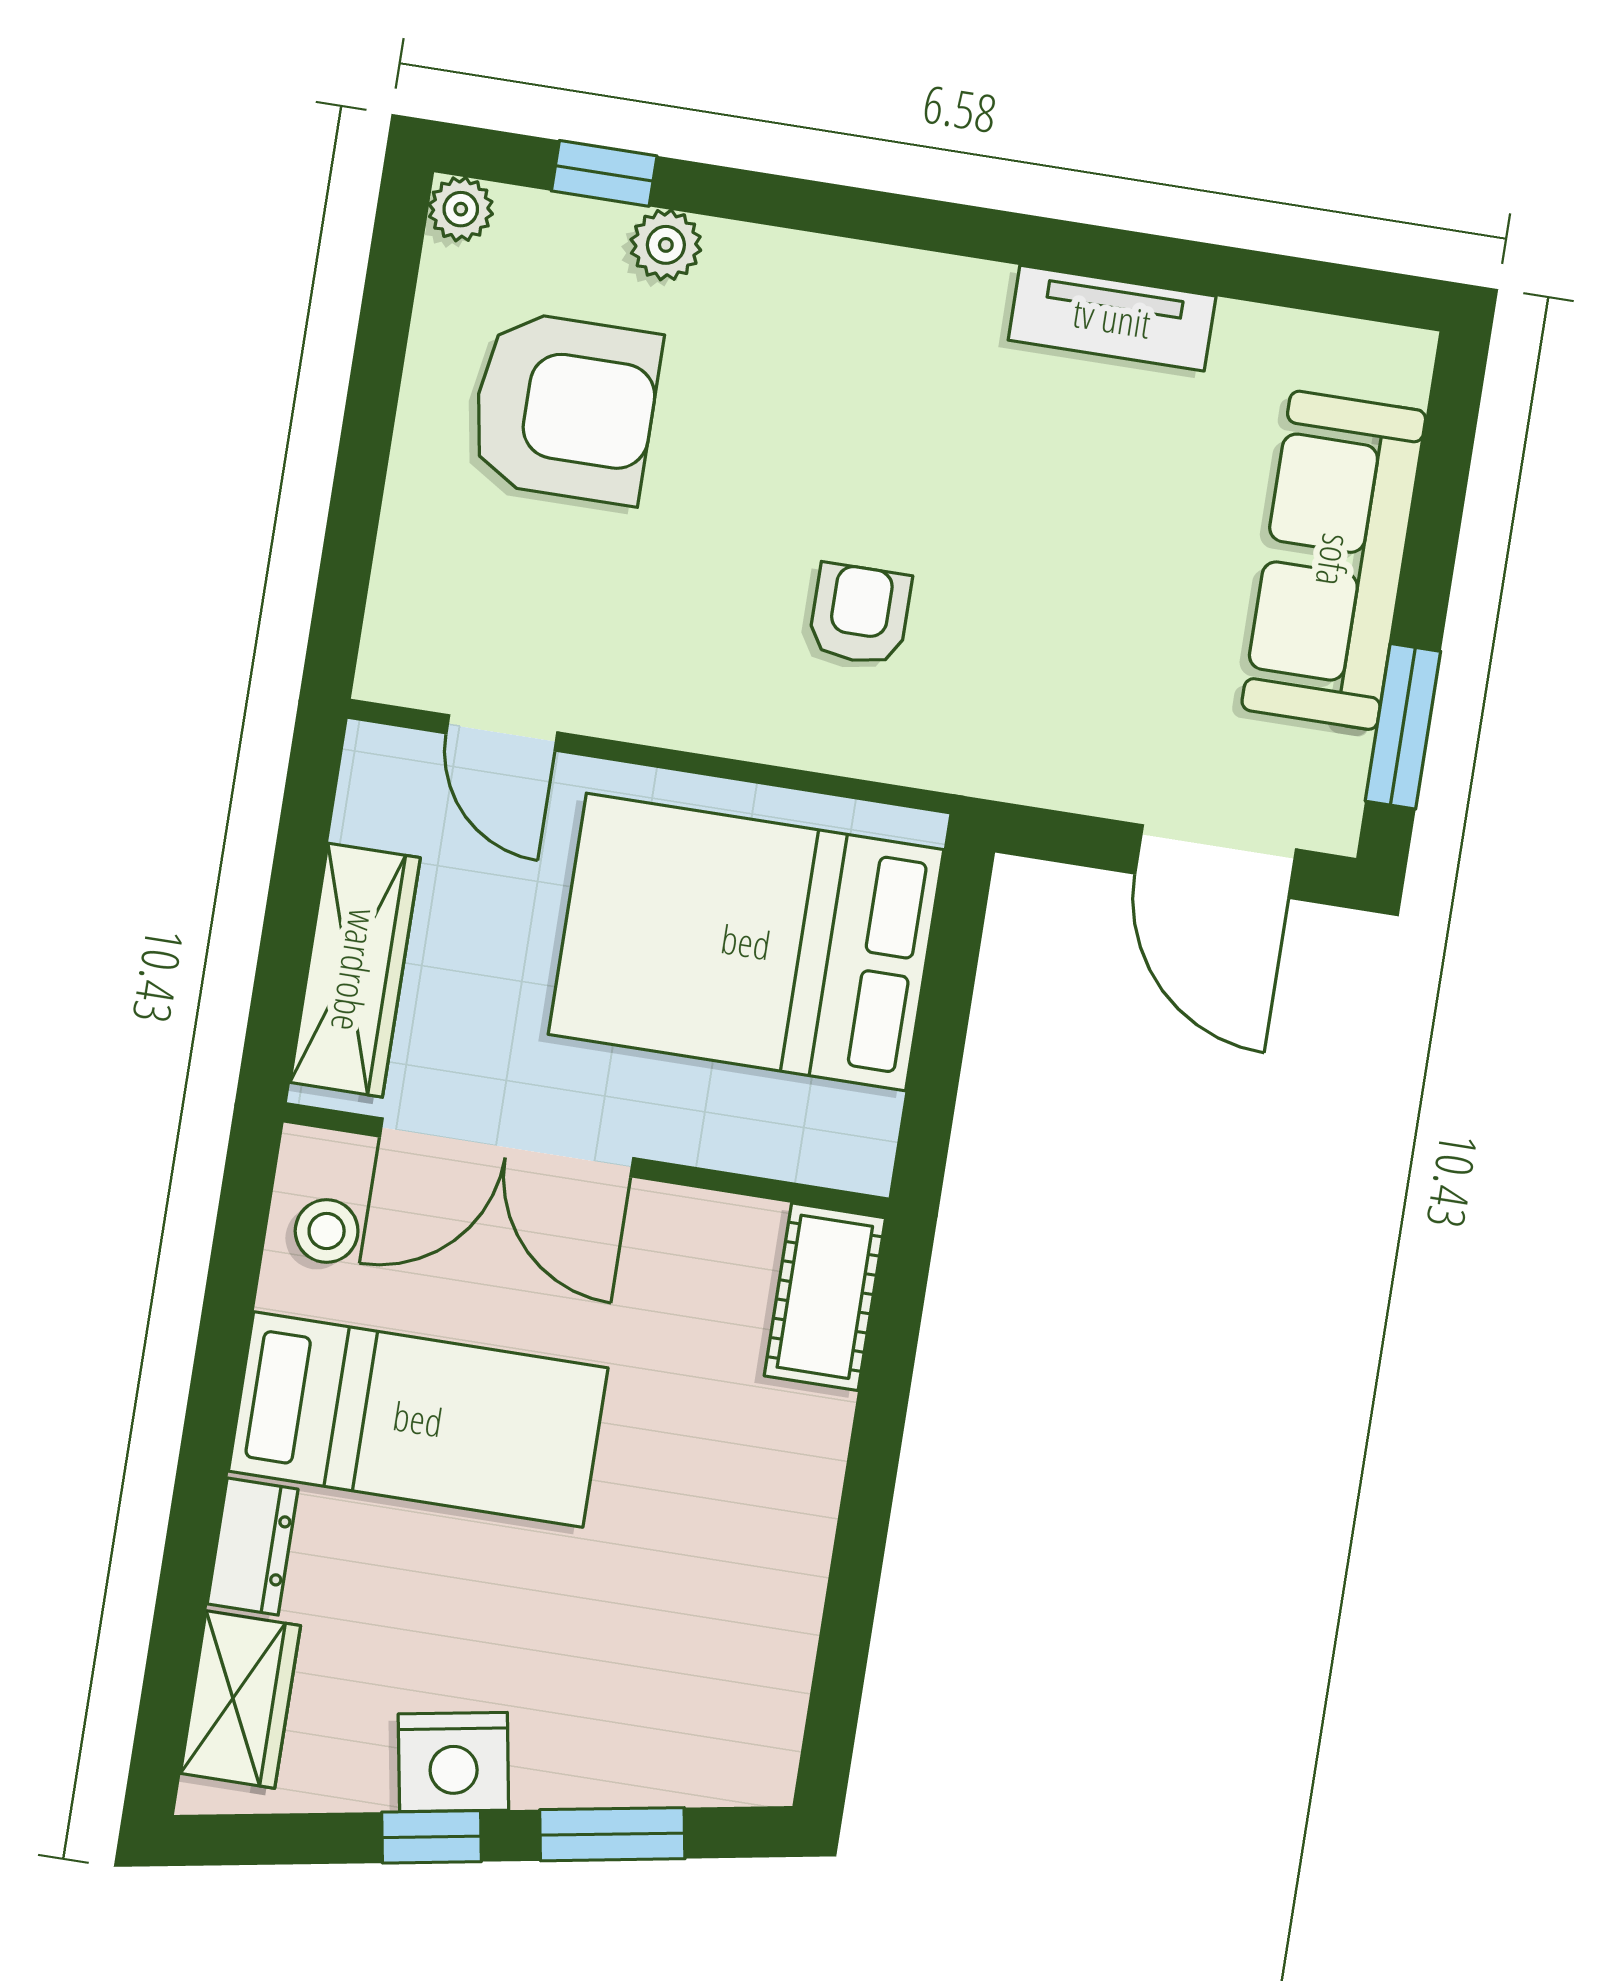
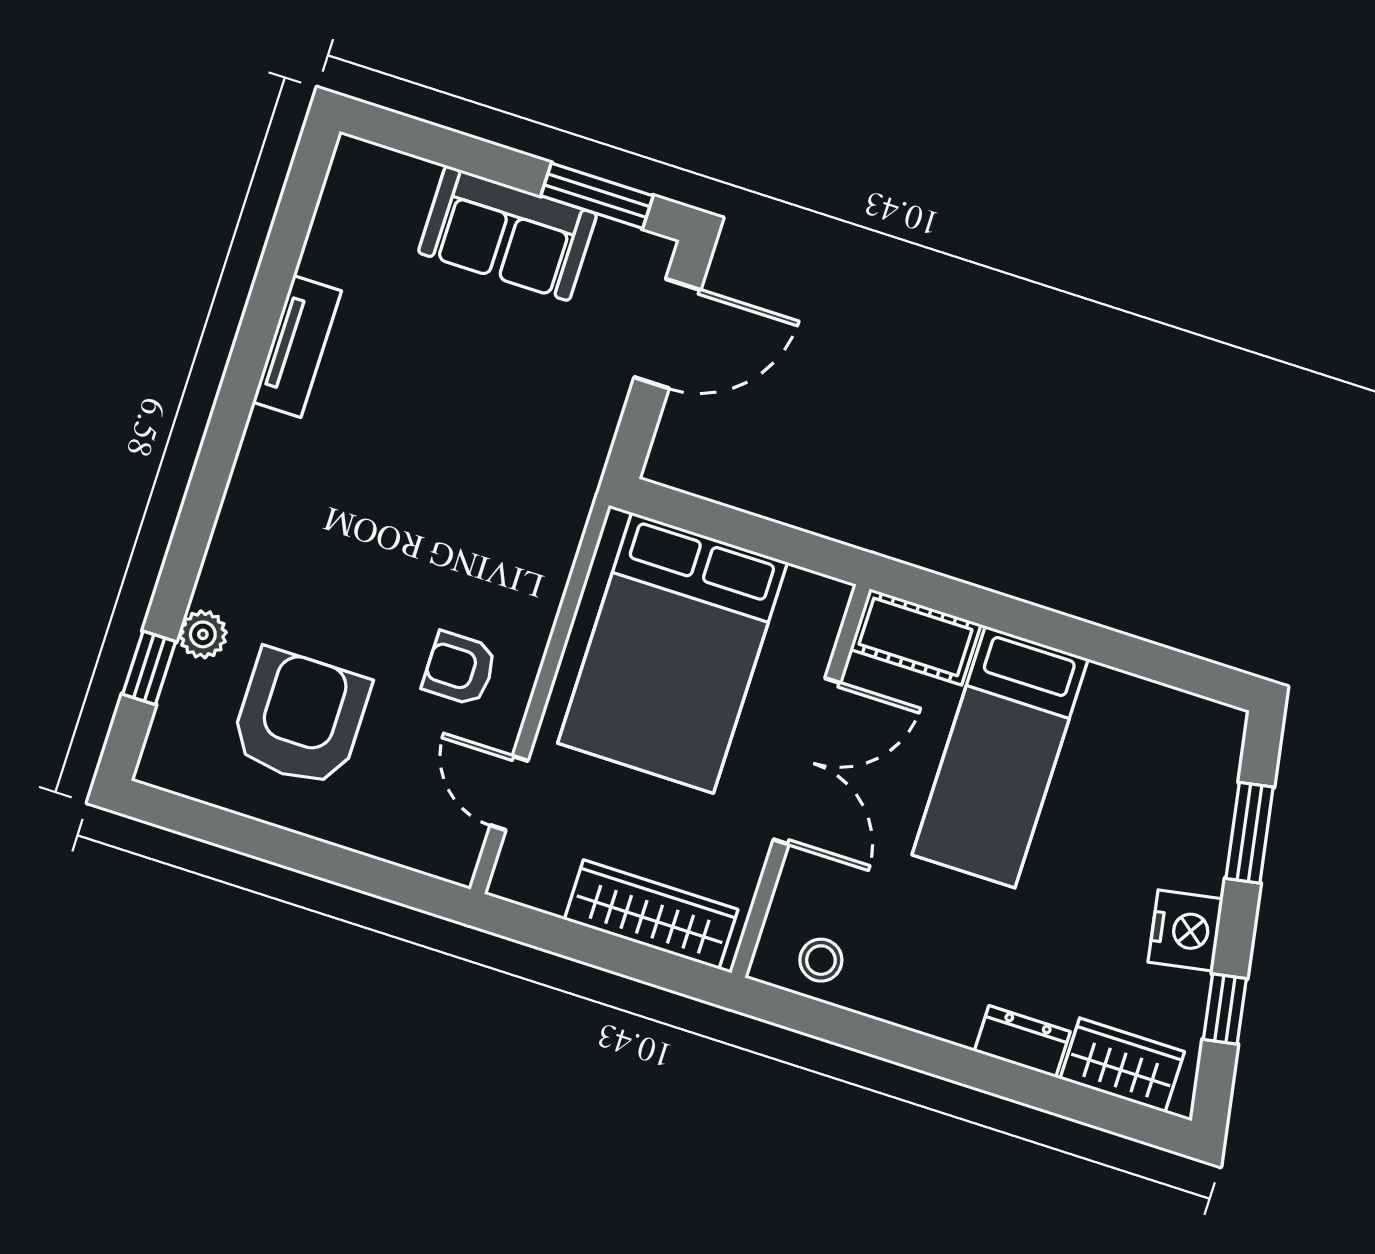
plant: (461, 209) -> (158, 767), removed
sofa: (1334, 560) -> (507, 233), width x0.73
armchair: (860, 614) -> (460, 669), moved
door: (502, 733) -> (509, 793), swing flipped
double door: (507, 1147) -> (807, 761), moved
bed: (418, 1419) -> (1000, 757), moved, turned 180
window: (432, 1837) -> (1225, 1009), moved

